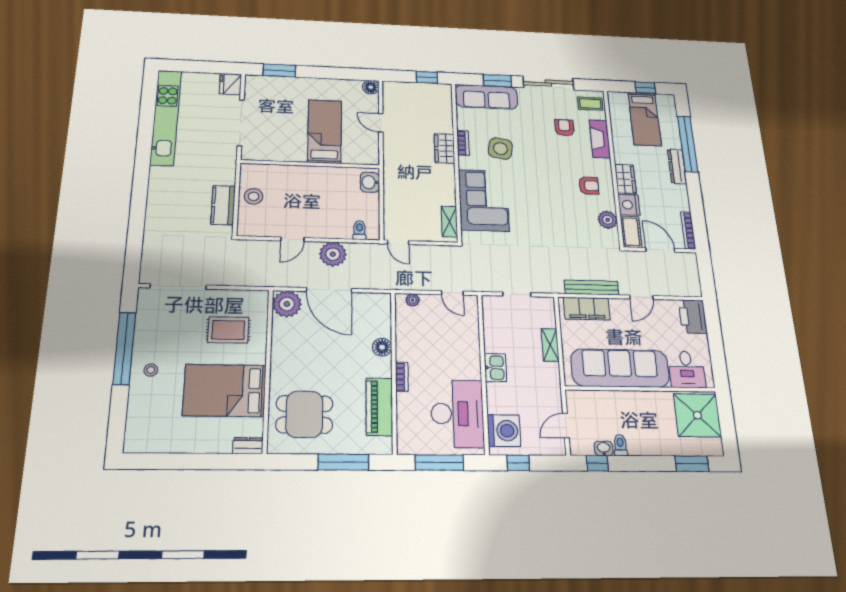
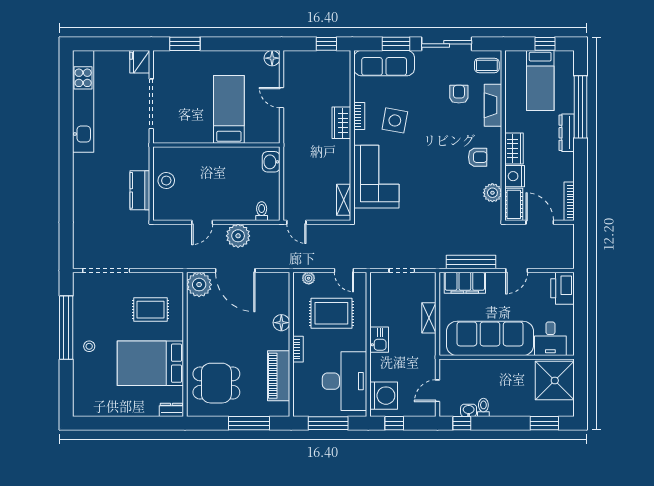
rug: (440, 338) -> (331, 313), added

